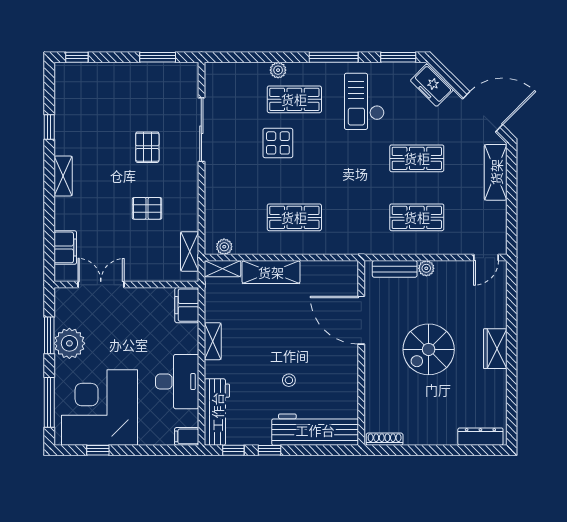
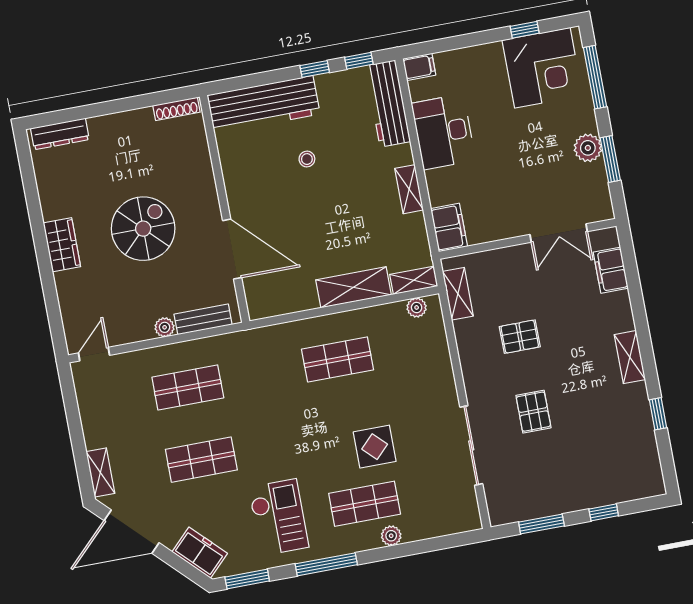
window: (77, 57) -> (604, 512), moved
shelving: (496, 172) -> (100, 473), width x0.67, depth x0.75
plant: (69, 343) -> (588, 148), width x0.73, depth x0.73
corner desk: (99, 407) -> (542, 68), width x0.74, depth x0.74

